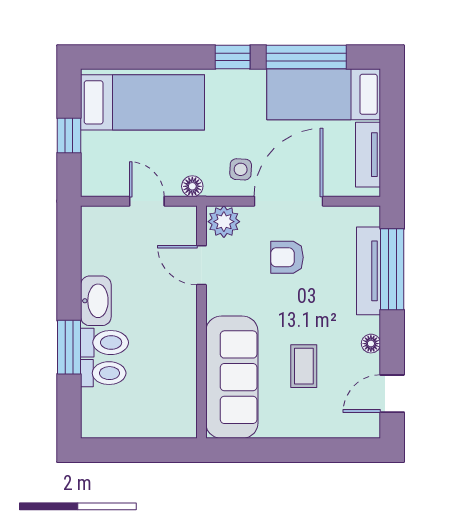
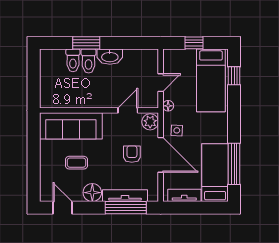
window: (233, 57) -> (234, 76), moved
floor lamp: (371, 344) -> (92, 193), width x1.89, depth x1.89

